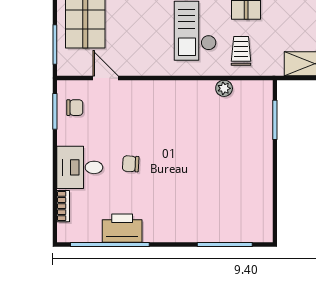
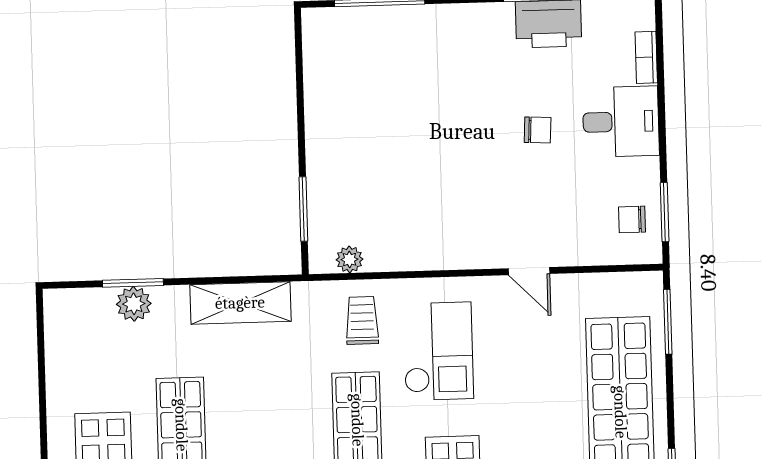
trolley: (241, 51) -> (362, 320), turned 180
door: (105, 78) -> (529, 271), moved
plant: (224, 88) -> (350, 259), moved

